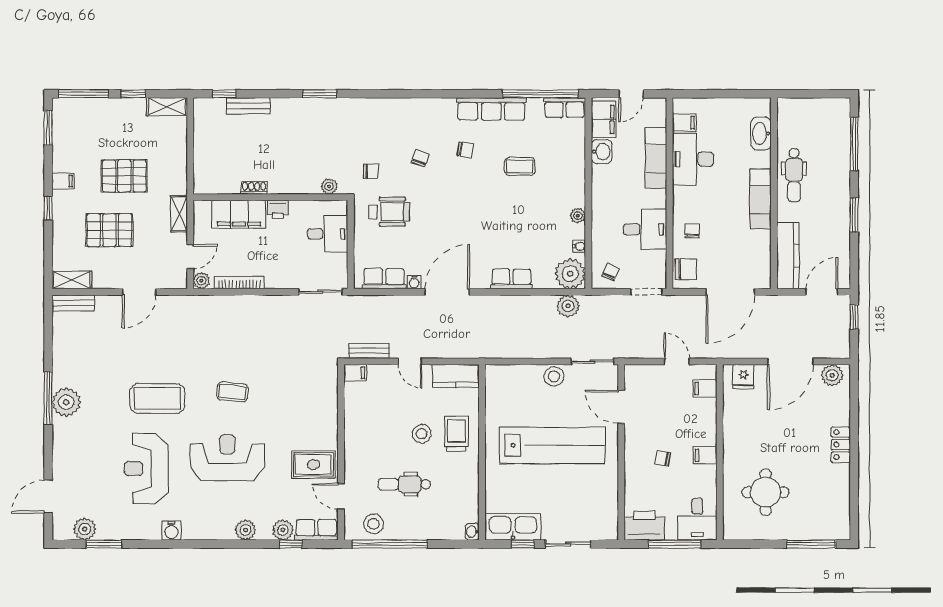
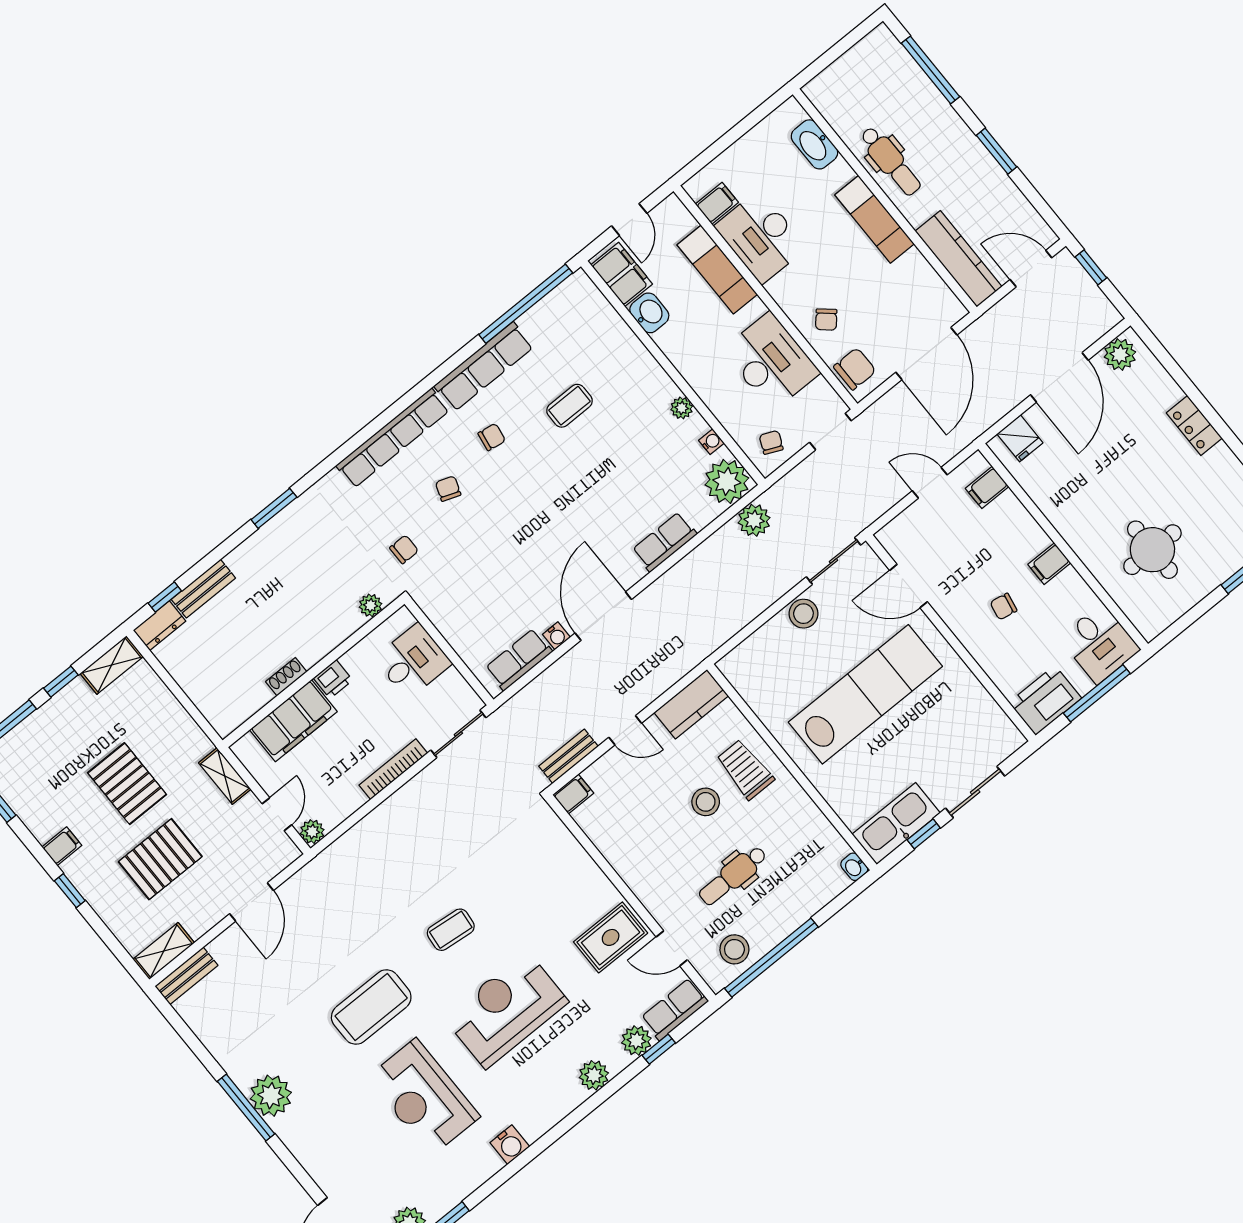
dresser: (209, 107) -> (159, 626), added
row of seats: (565, 108) -> (393, 438), moved, width x2.02
pallet: (124, 176) -> (127, 784), turned 90
wheelchair: (389, 212) -> (462, 579), removed
desk: (645, 229) -> (771, 361), width x1.37
chair: (692, 231) -> (826, 320), turned -139
bookcase: (239, 283) -> (393, 769), moved
door: (822, 292) -> (1031, 269), hinge flipped

